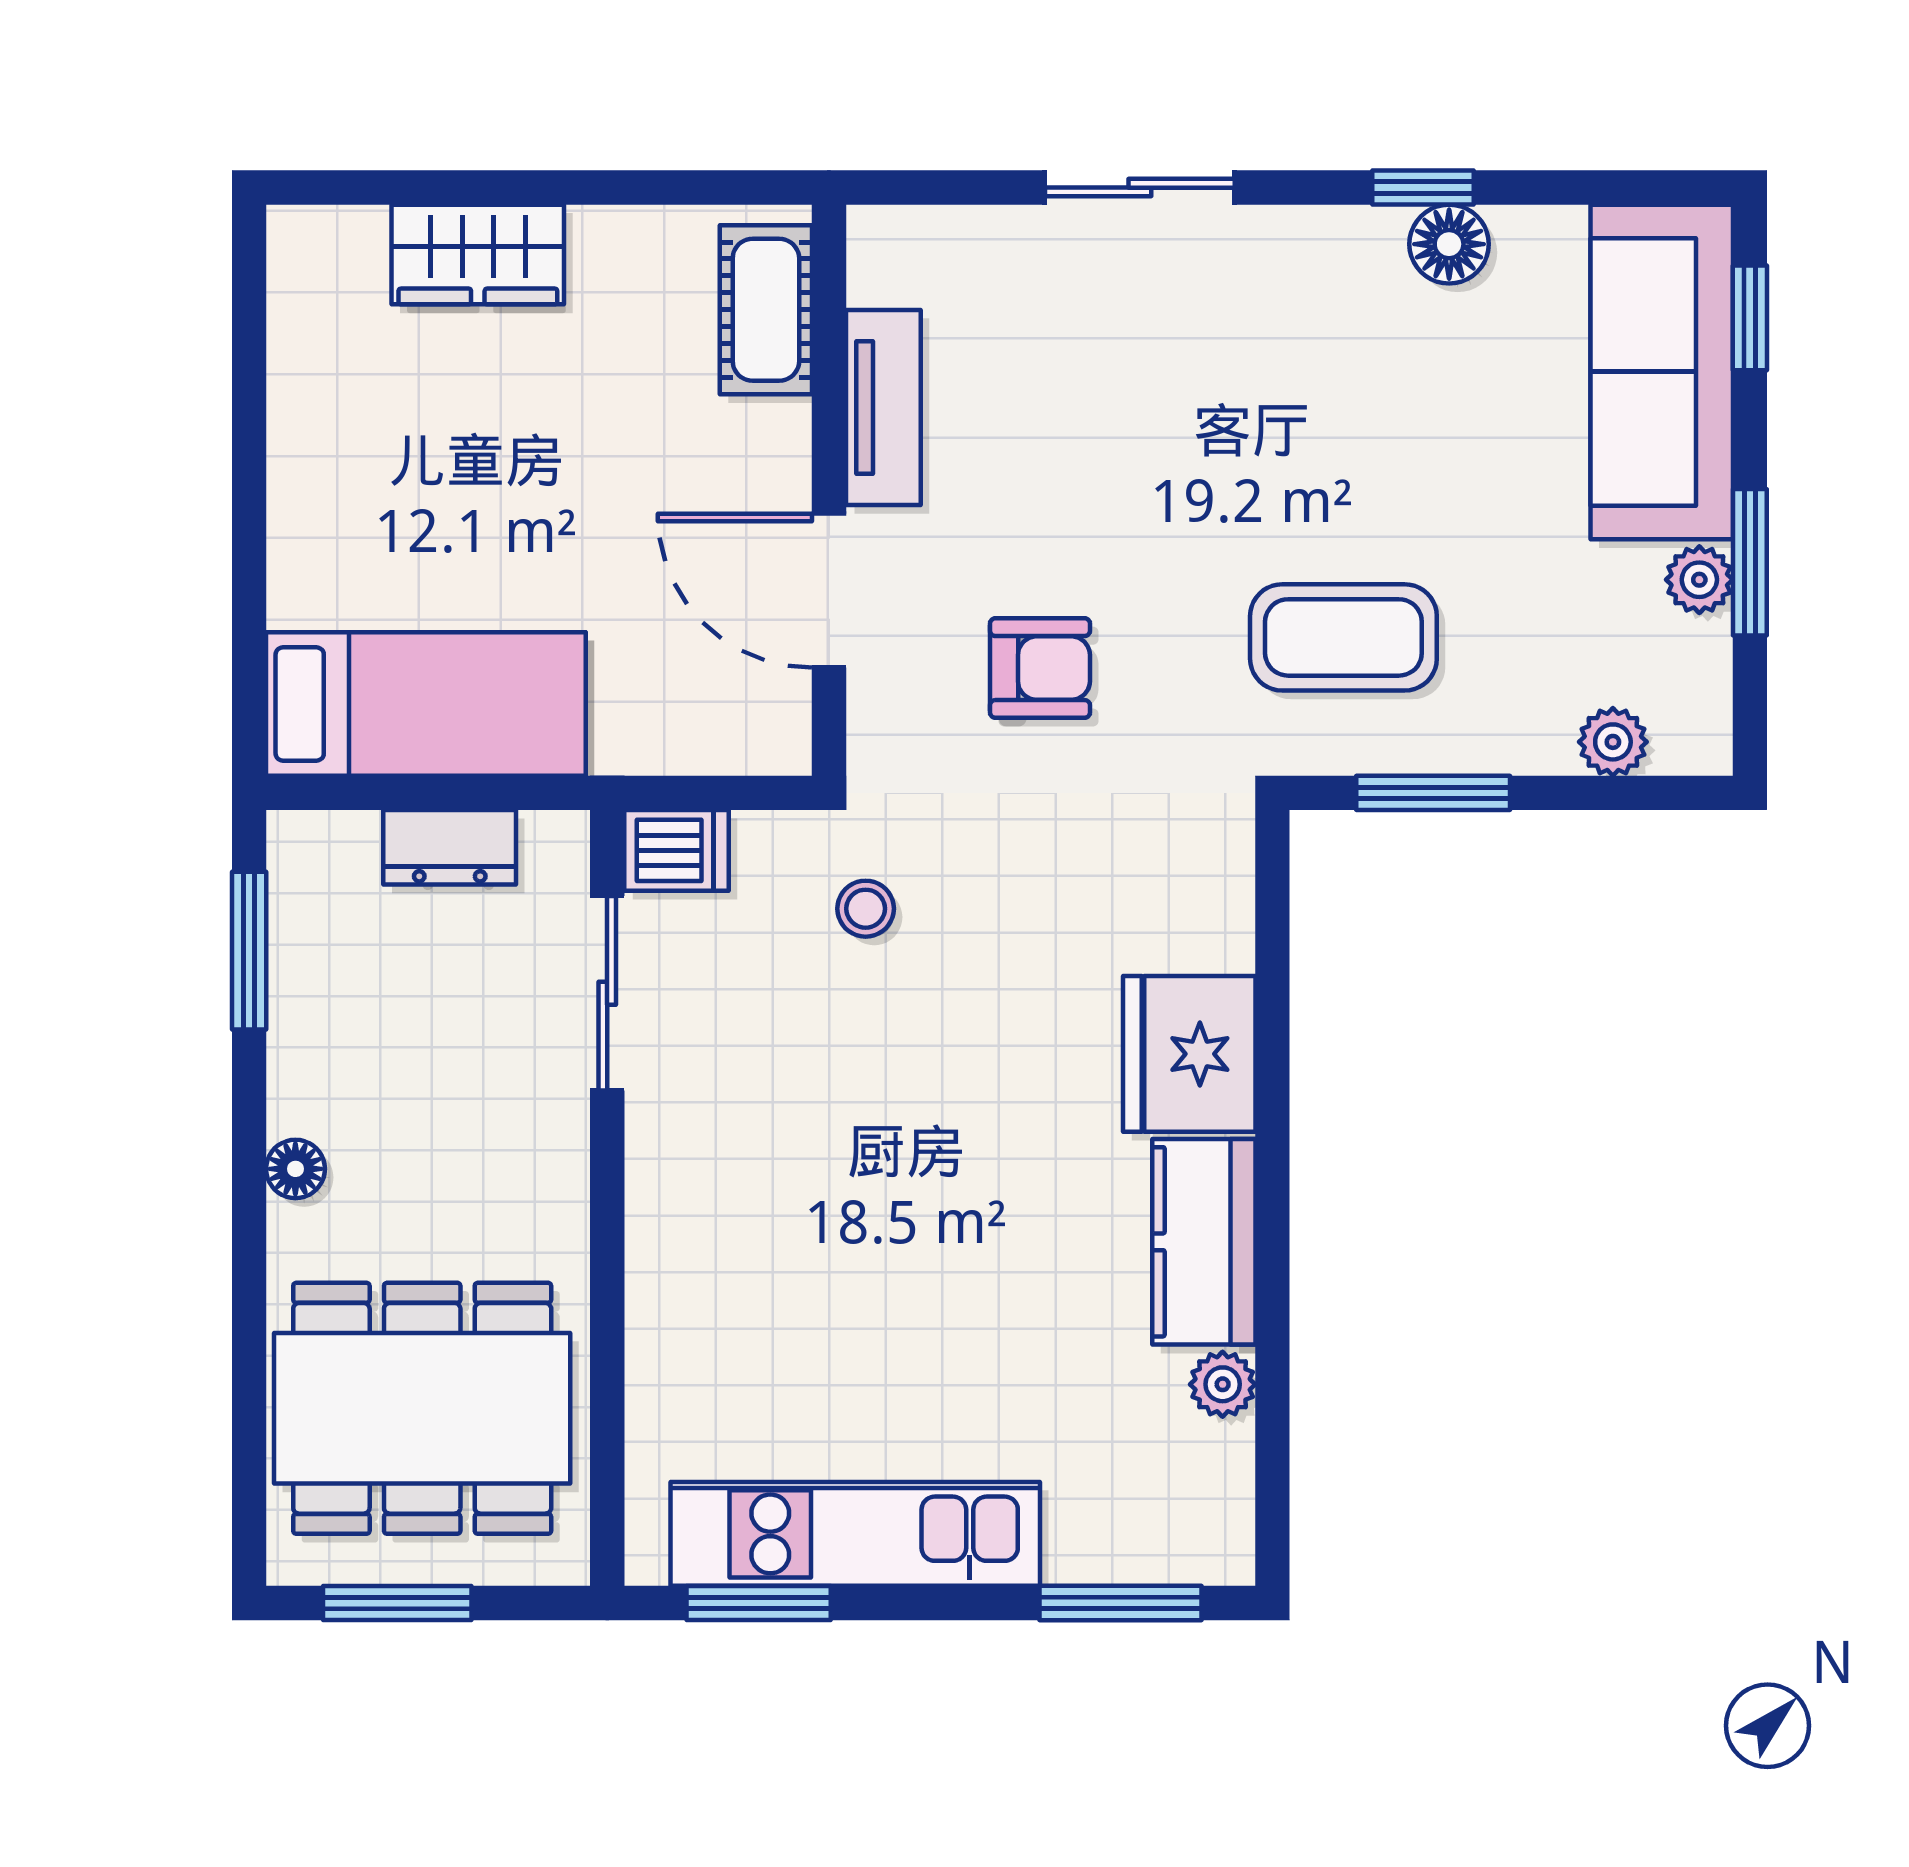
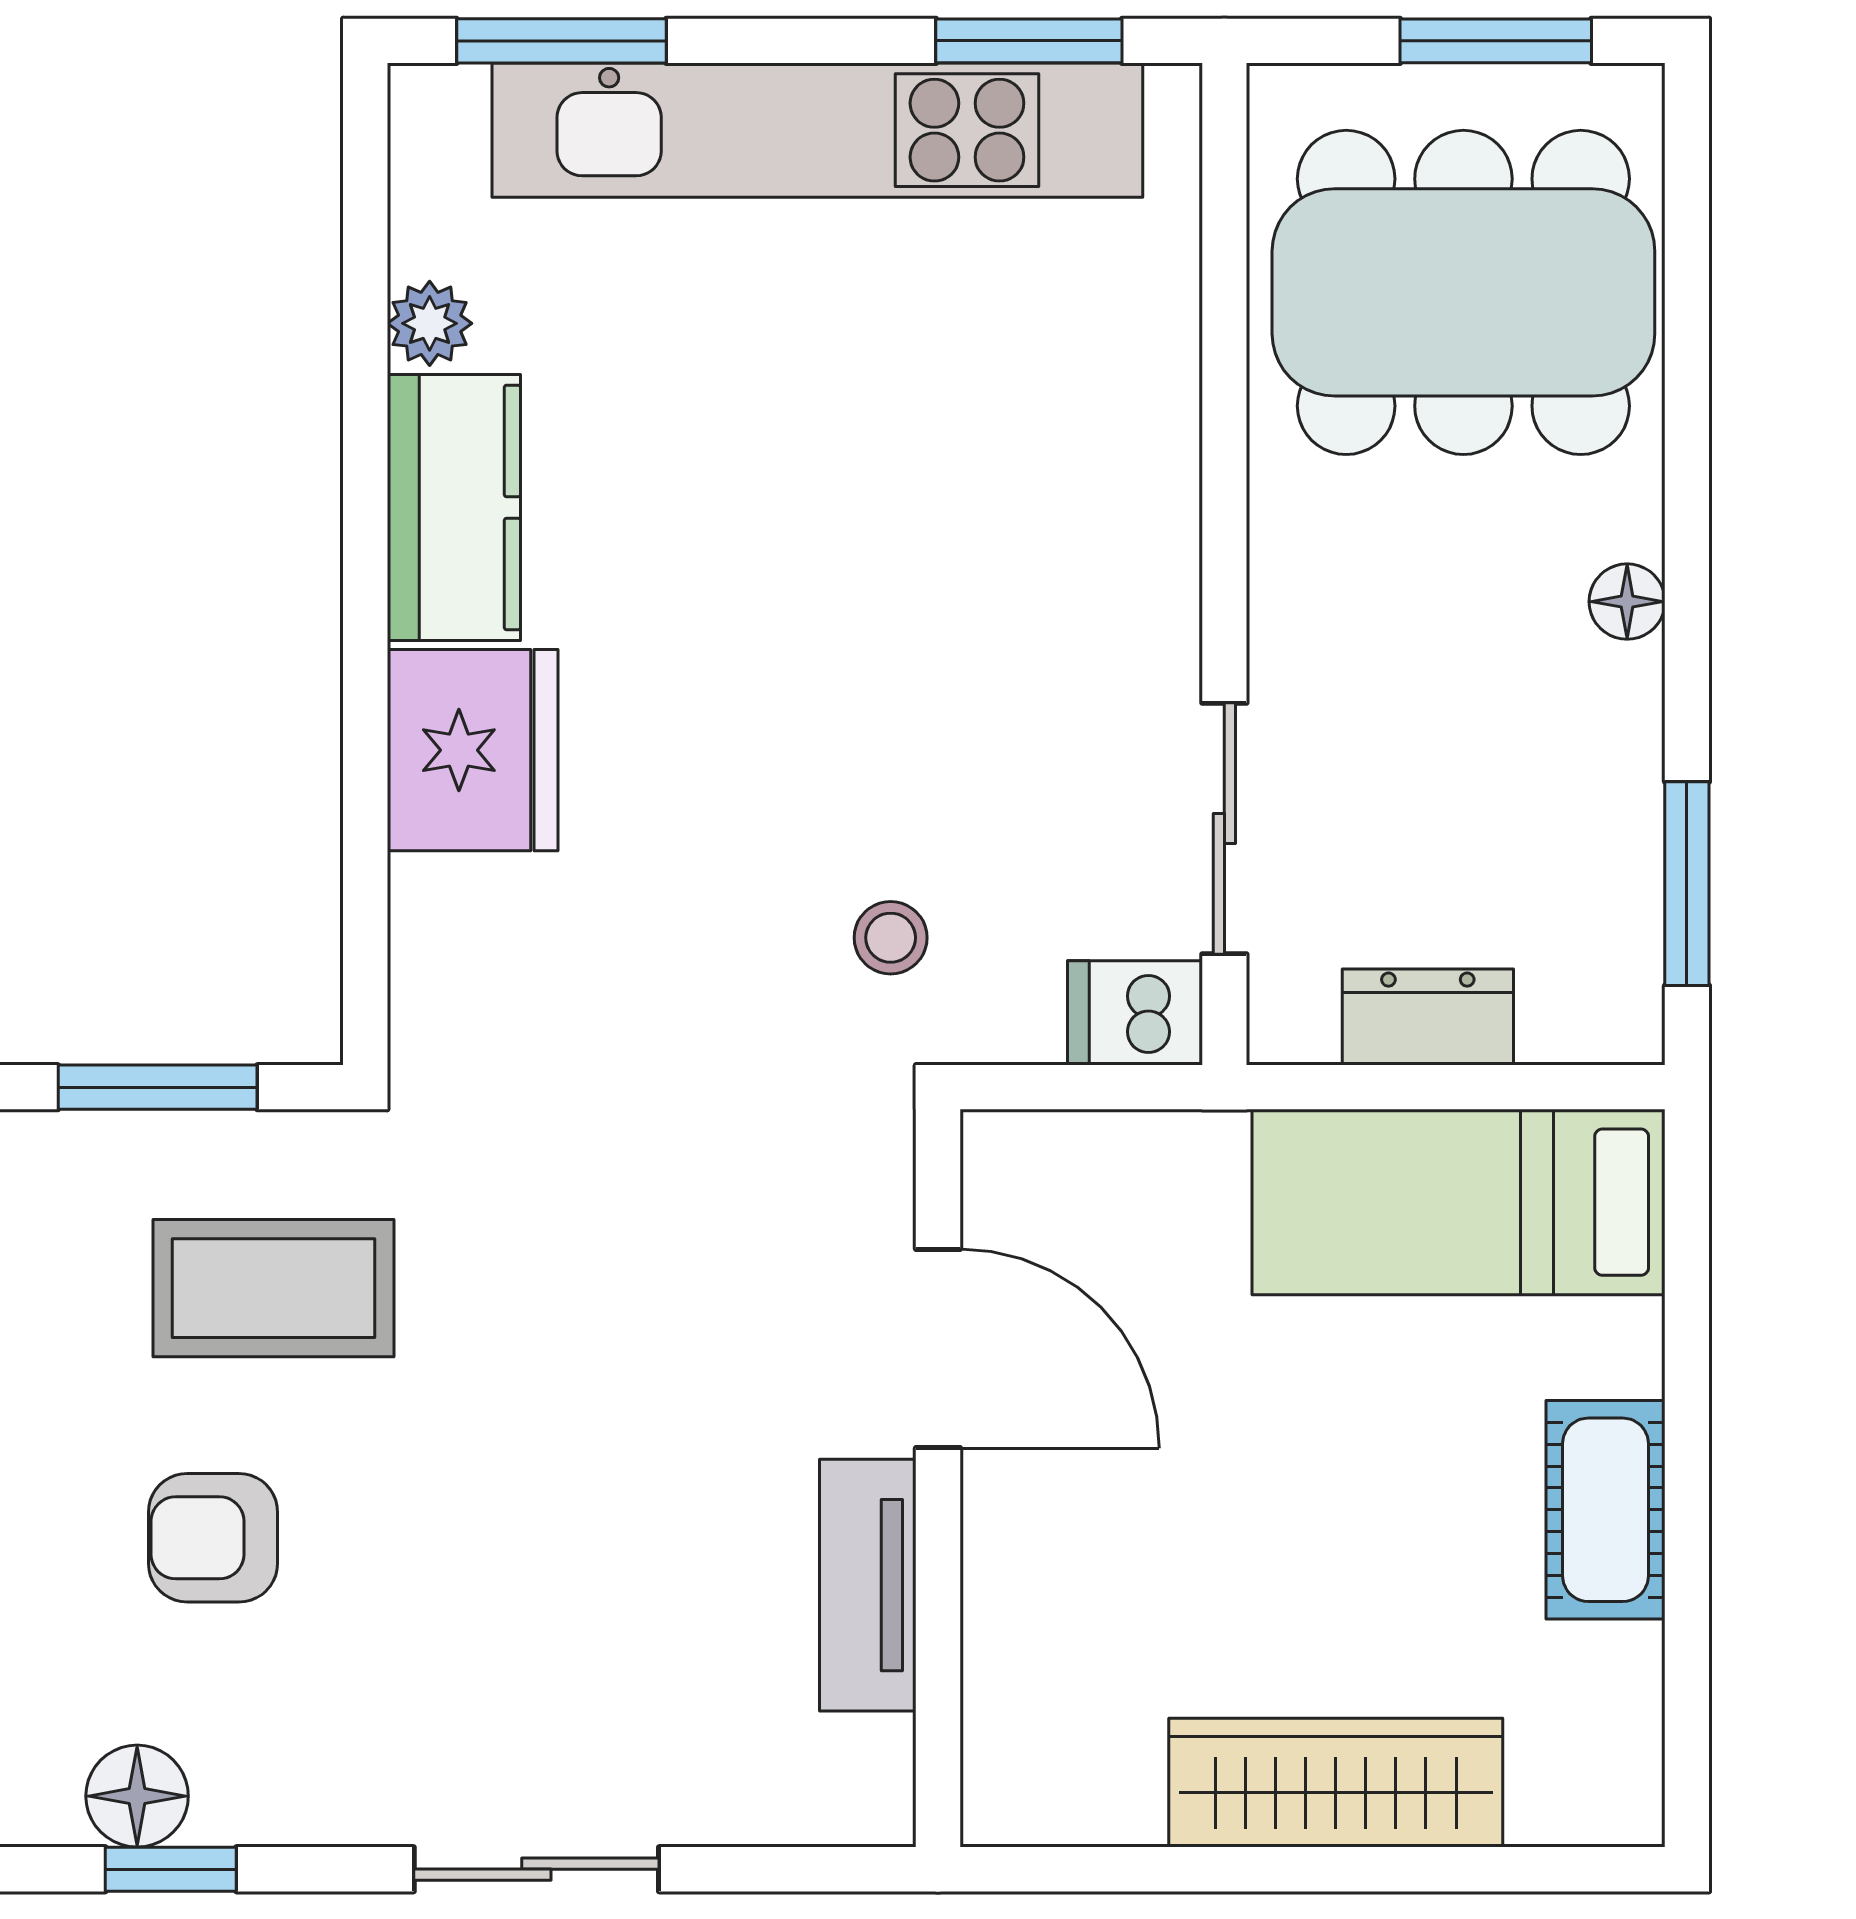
wardrobe: (478, 255) -> (1336, 1783), width x1.50
cot: (766, 310) -> (1606, 1510), moved
armchair: (1040, 668) -> (213, 1538), moved
kitchen unit: (855, 1534) -> (817, 130), width x1.36

